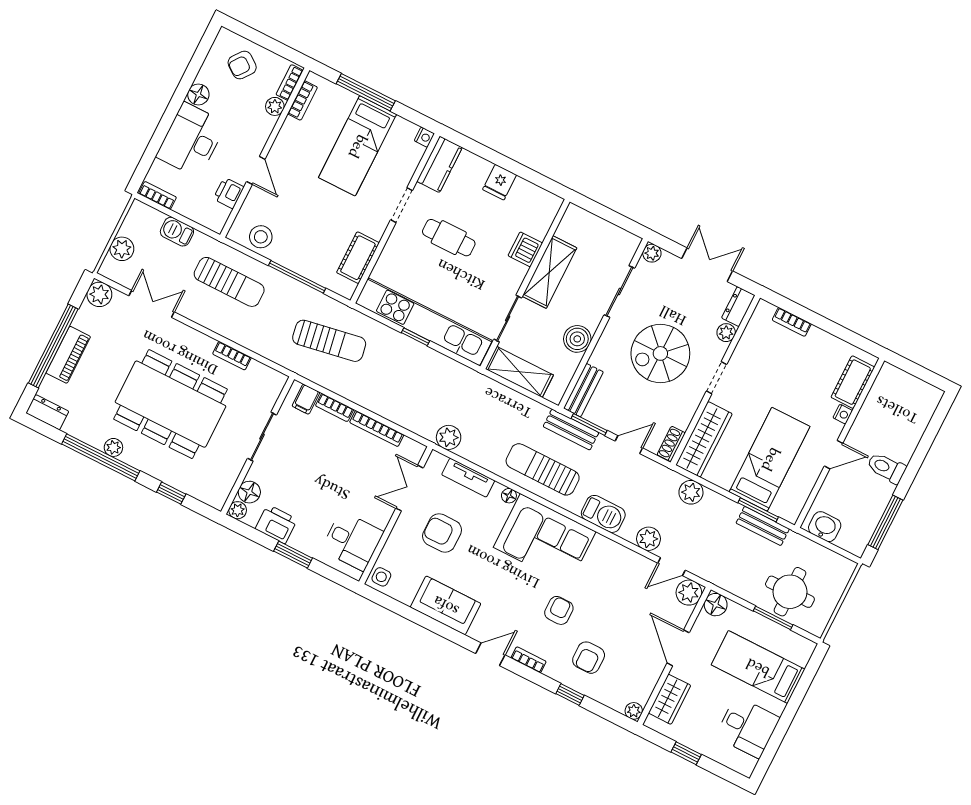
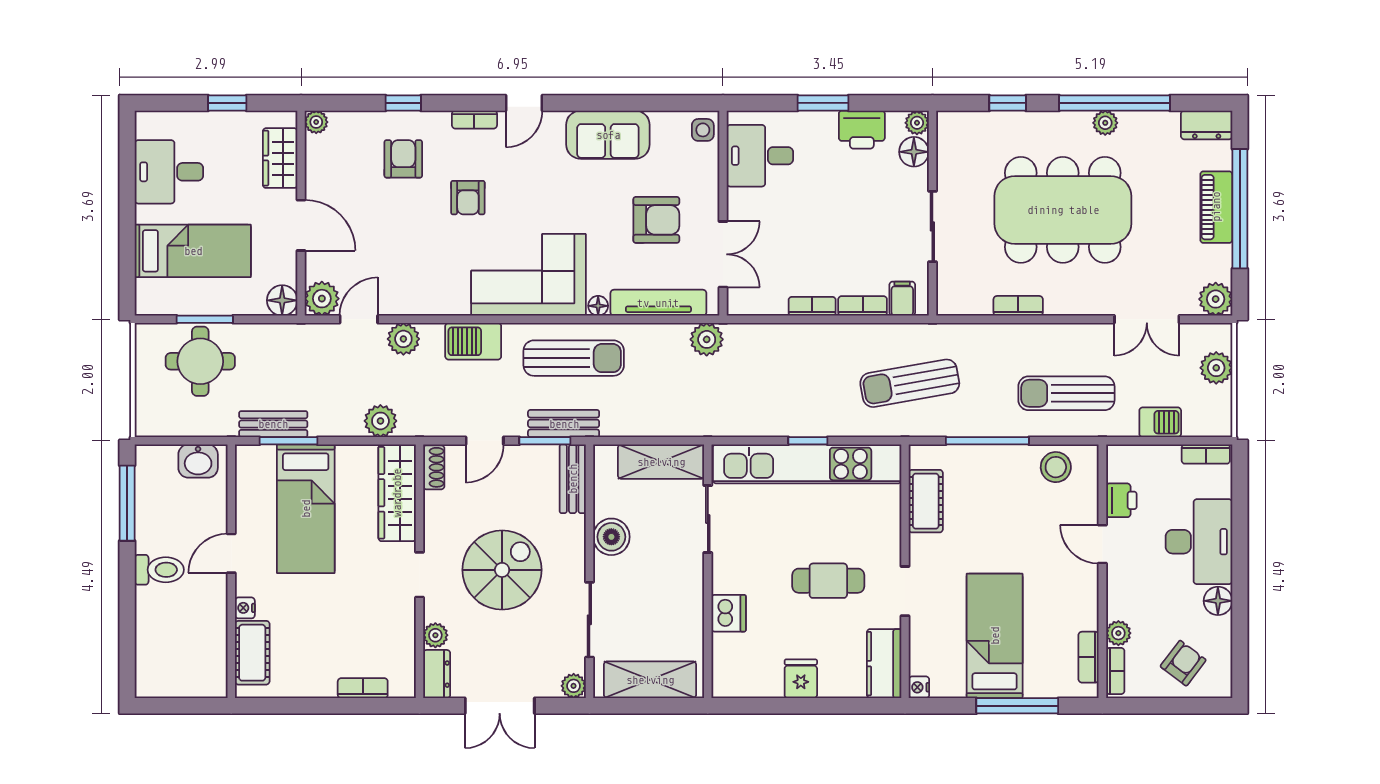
shelving: (549, 272) -> (650, 680), moved, turned 90
bookcase: (377, 429) -> (812, 306), width x0.64
tv unit: (468, 478) -> (658, 303), width x1.41

